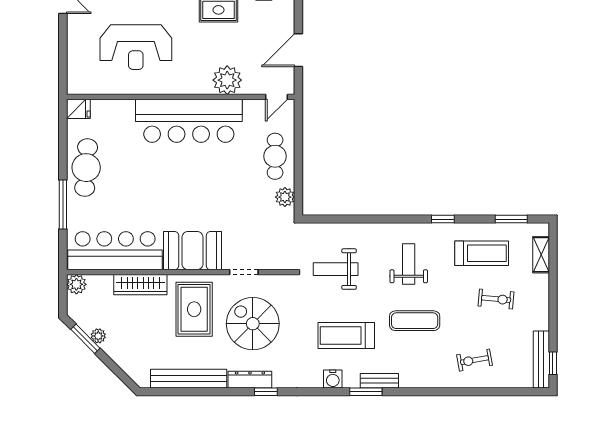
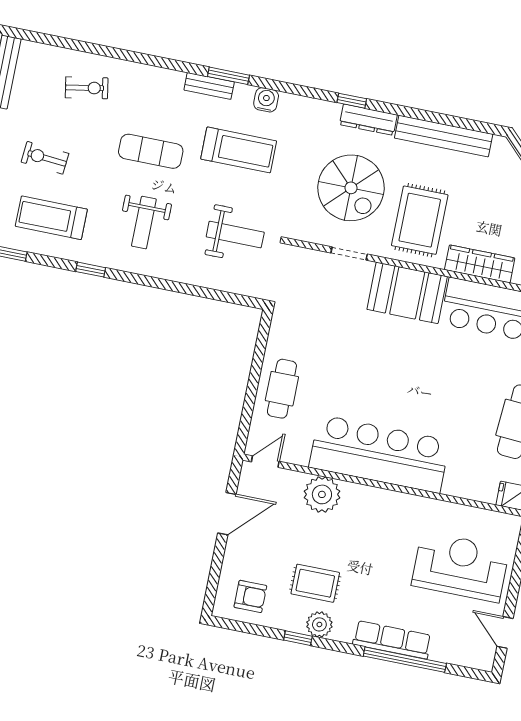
reception desk: (136, 47) -> (460, 567), moved
plant: (285, 197) -> (280, 336), removed

